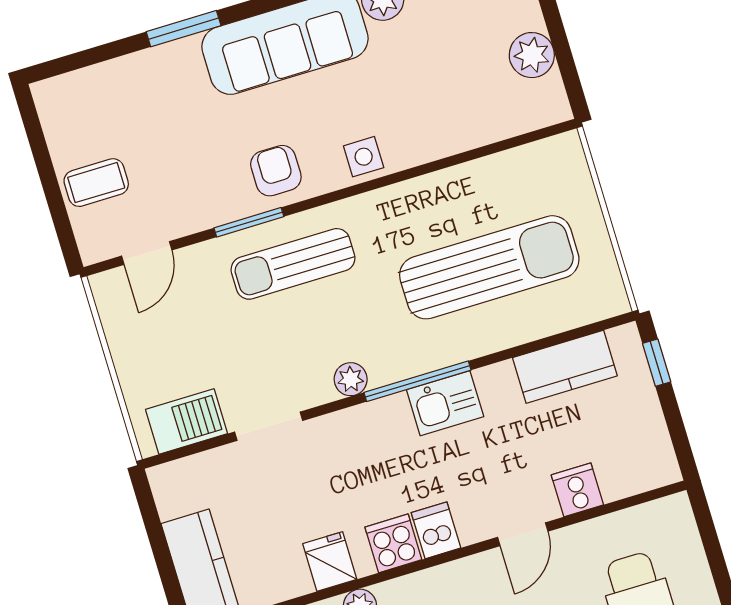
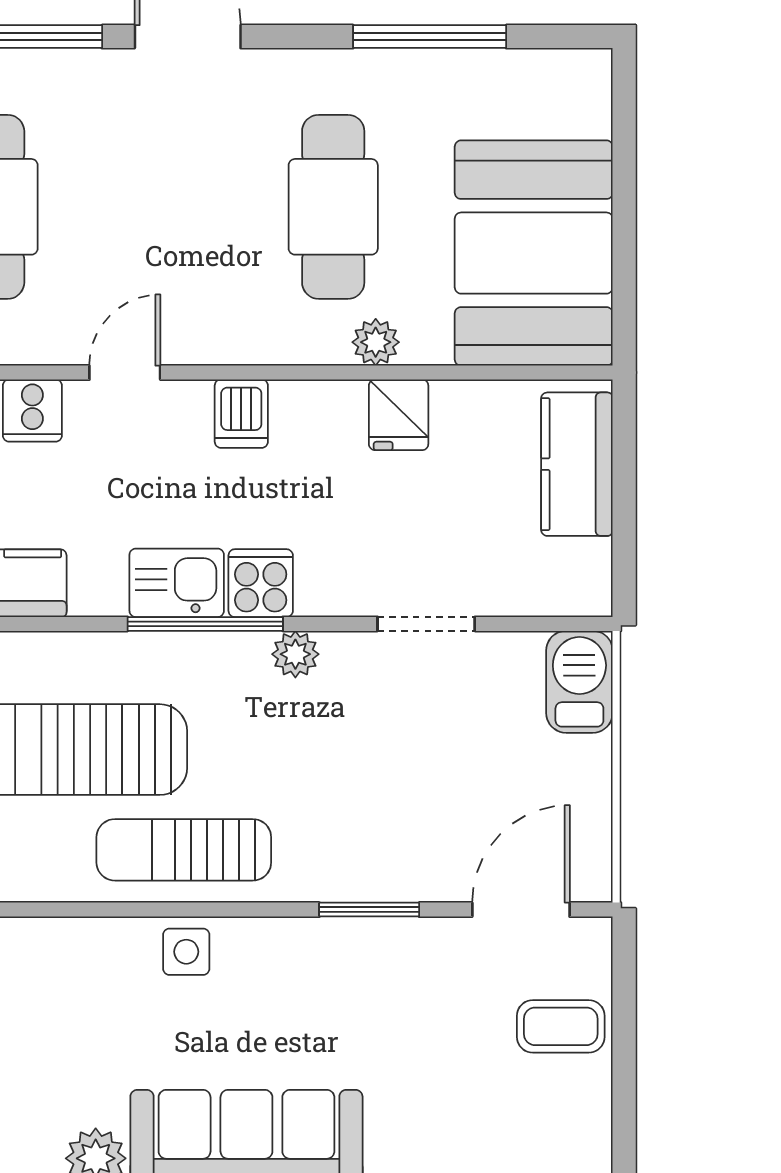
armchair: (276, 171) -> (311, 969), removed
door: (147, 253) -> (521, 910), width x1.38
sun lounger: (293, 264) -> (184, 850), moved, turned 180
barbecue: (187, 422) -> (579, 682), moved, turned 90
cooker: (393, 543) -> (261, 583), moved, turned 180

